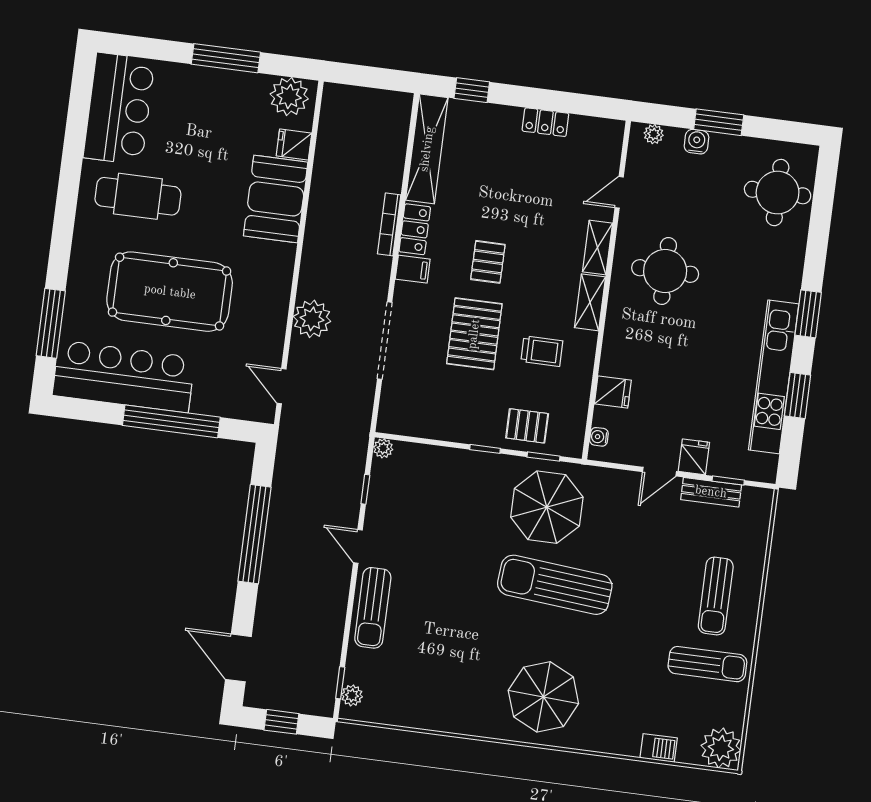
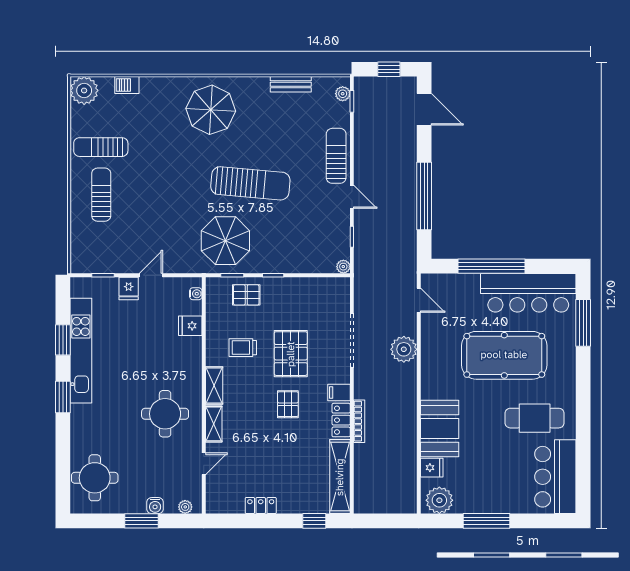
bench: (711, 492) -> (291, 84), moved
sun lounger: (555, 585) -> (250, 183), moved

